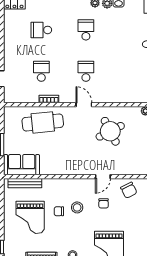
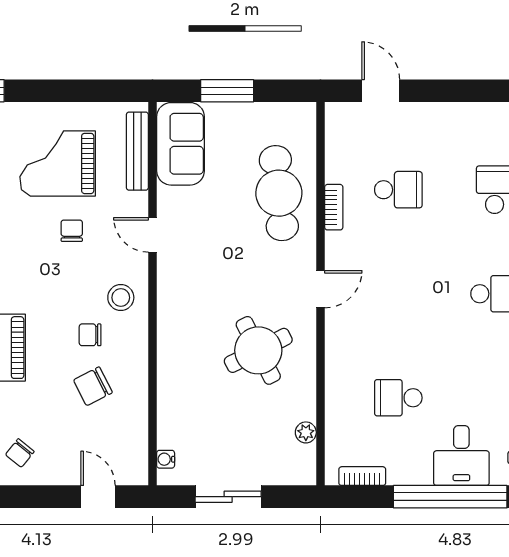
school desk: (86, 71) -> (398, 398), moved, turned 180
door: (103, 177) -> (152, 235), moved
chair: (129, 190) -> (93, 386), moved
stool: (77, 207) -> (121, 298), moved

